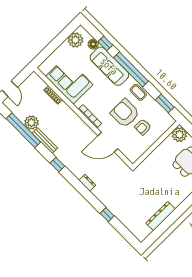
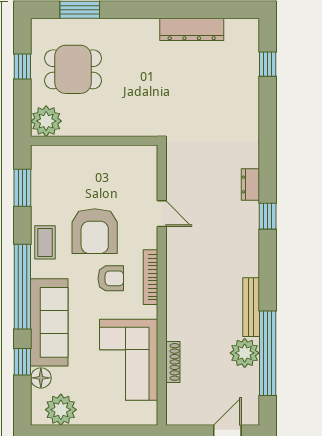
armchair: (143, 127) -> (111, 278), moved
door: (108, 142) -> (162, 214), width x0.53
window: (57, 165) -> (268, 216), moved
window: (107, 215) -> (268, 64), moved

